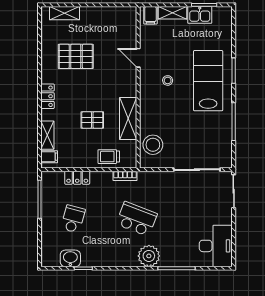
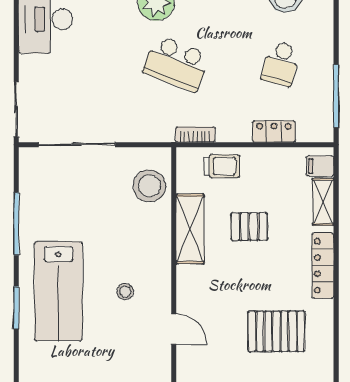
locker: (48, 96) -> (323, 266), width x1.53

